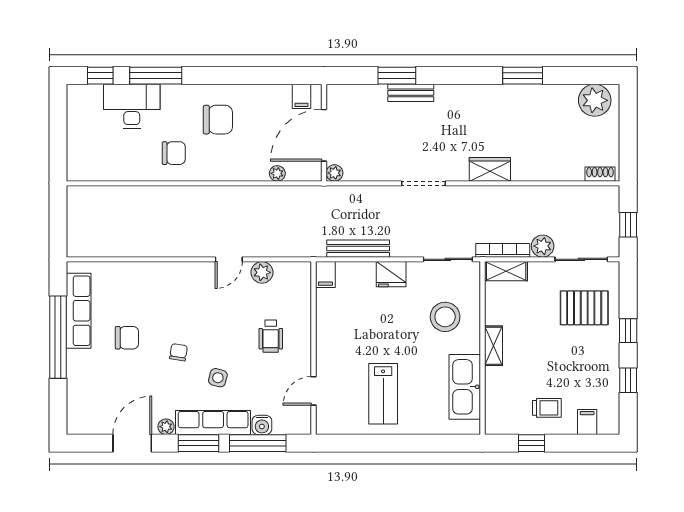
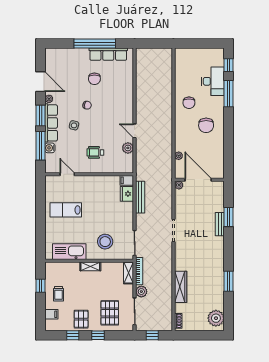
filing cabinet: (301, 96) -> (218, 168), removed
wardrobe: (490, 169) -> (181, 287), moved, width x1.50
fridge: (391, 274) -> (127, 194), moved
pallet: (597, 364) -> (81, 319), added

